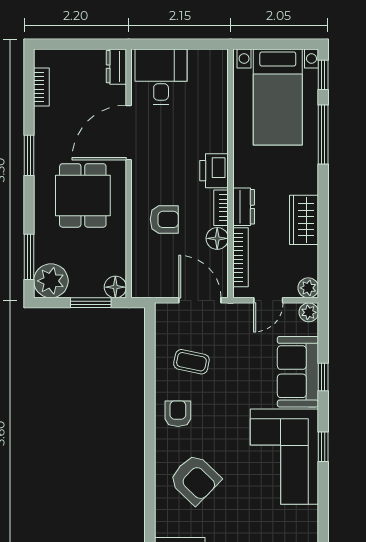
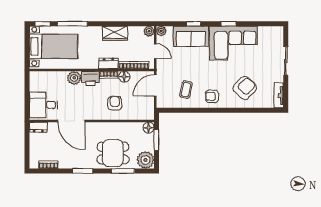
plant: (215, 138) -> (74, 78), added
dining table: (83, 195) -> (113, 153), moved
window: (29, 257) -> (123, 171), moved

